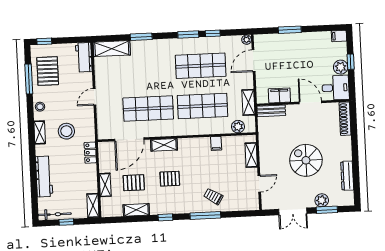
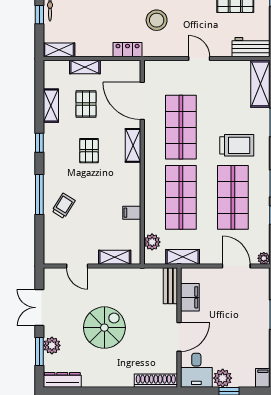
trolley: (160, 65) -> (237, 145), added
dresser: (347, 176) -> (62, 380), moved

